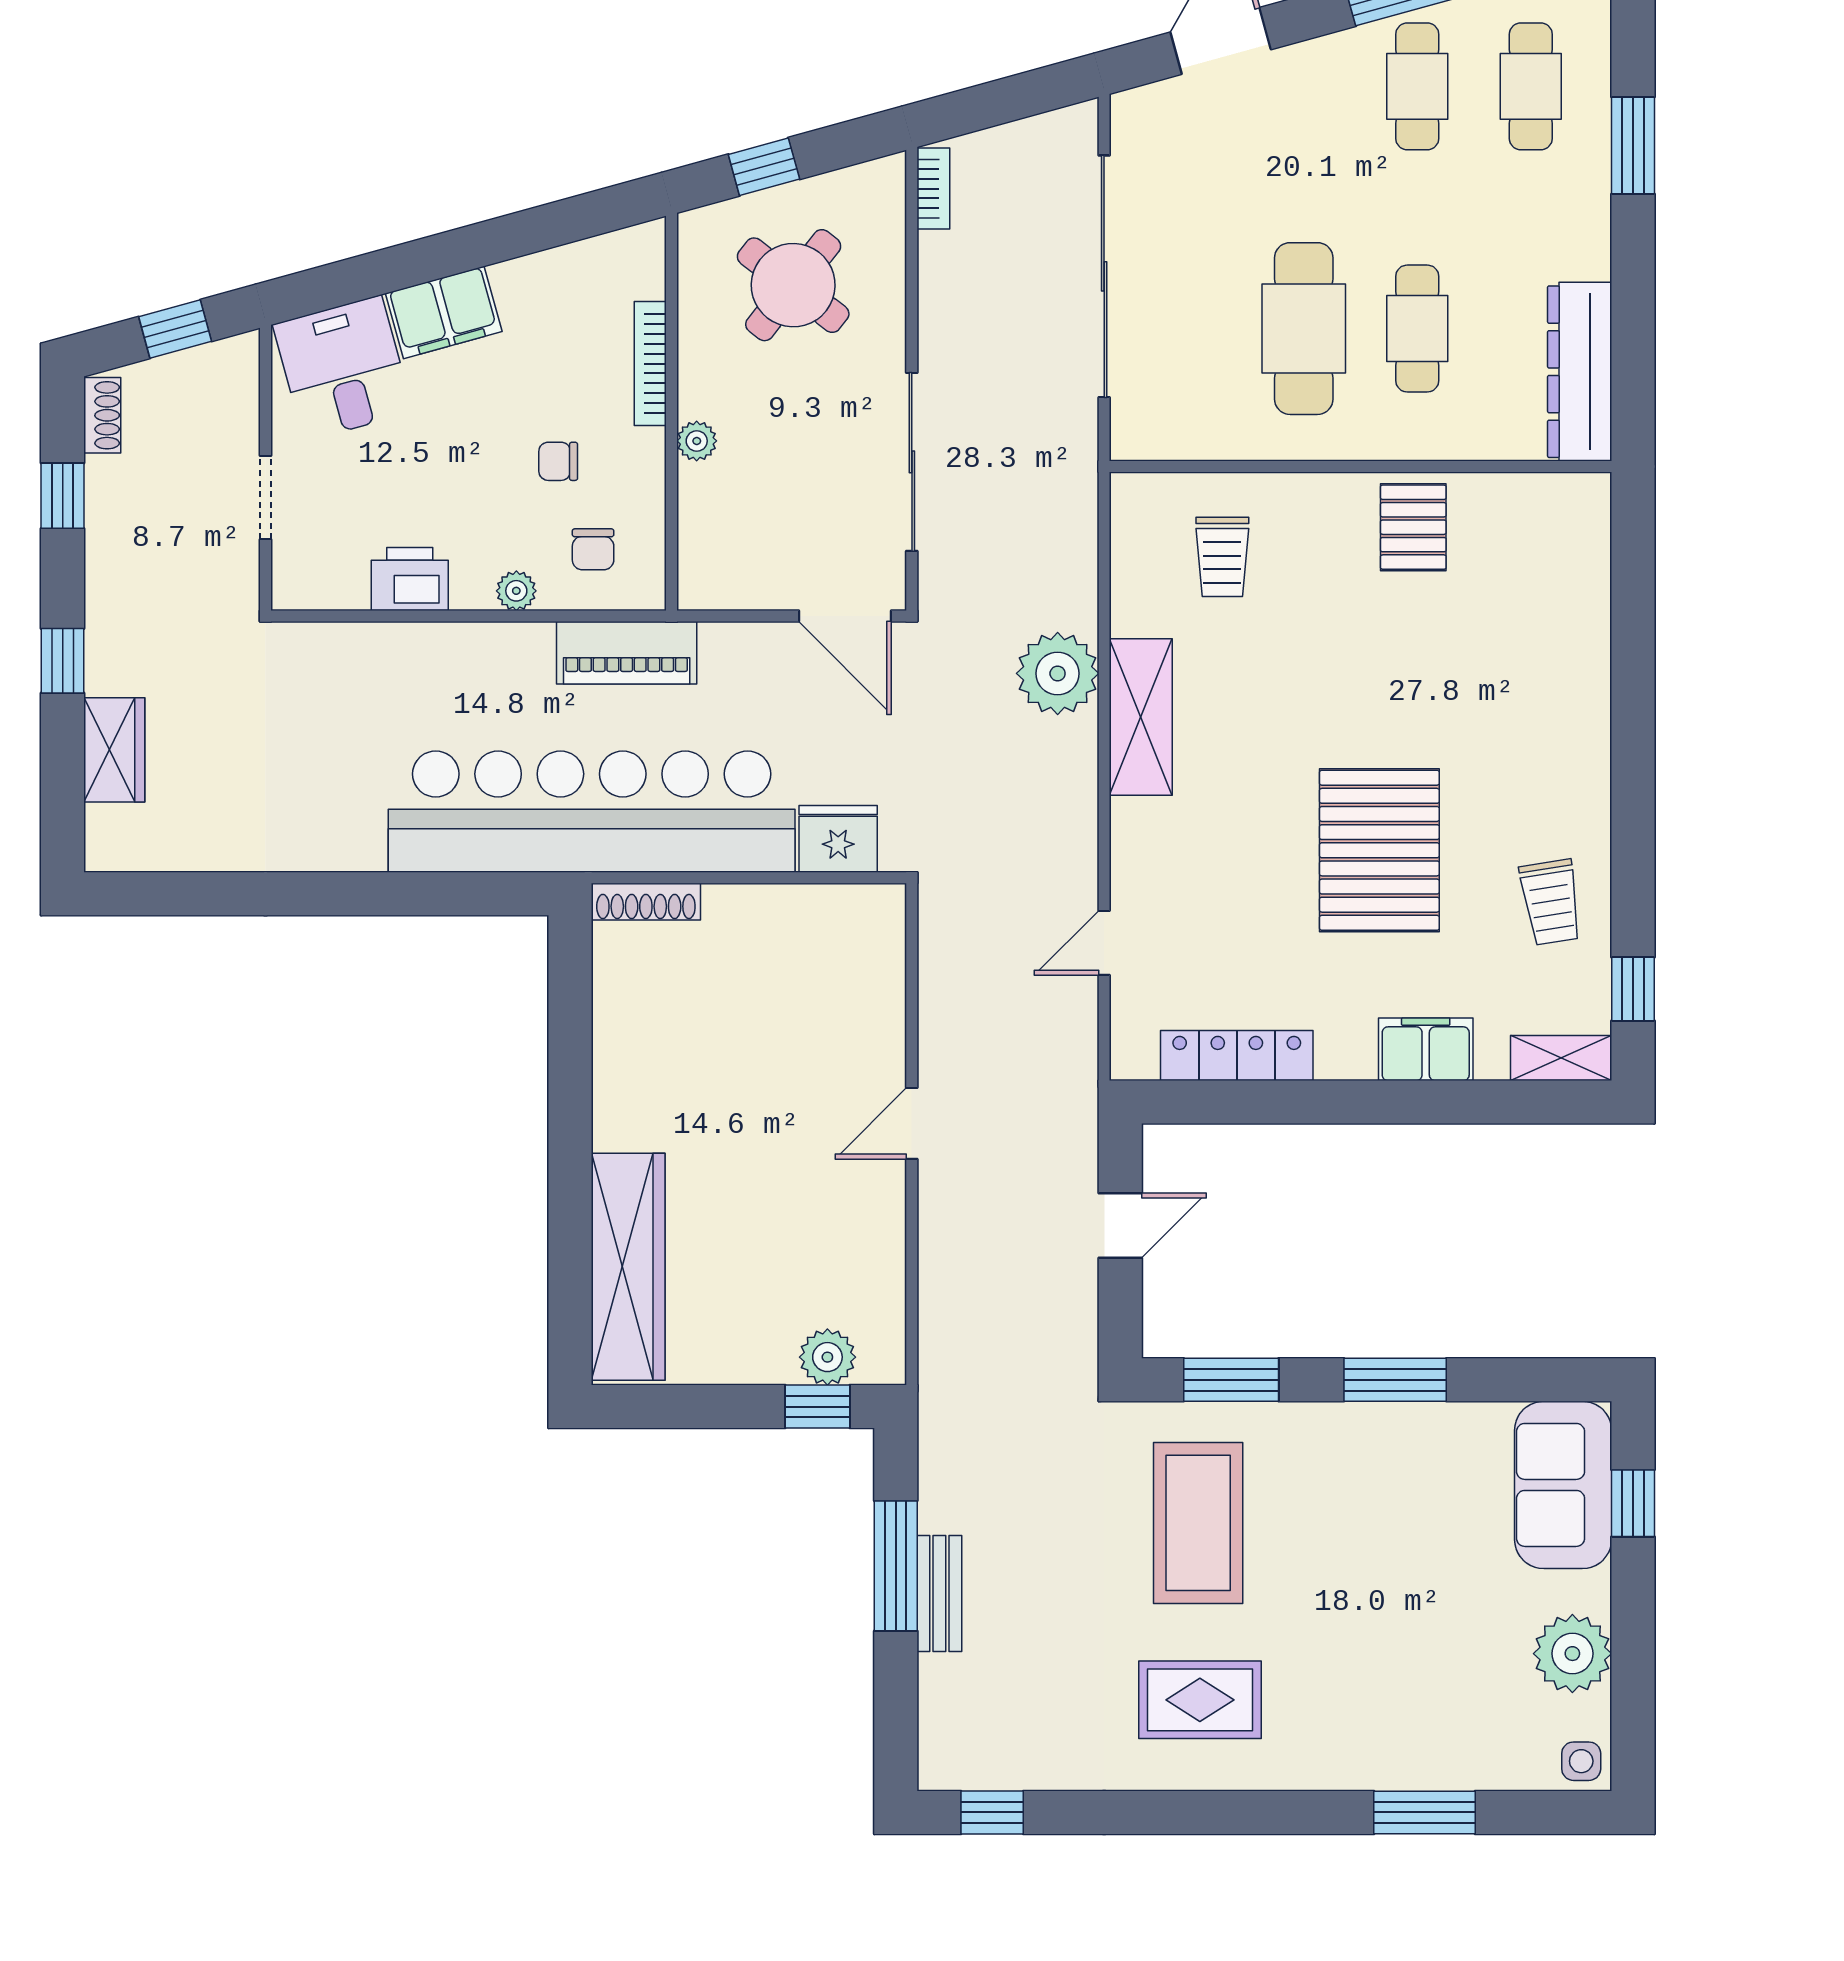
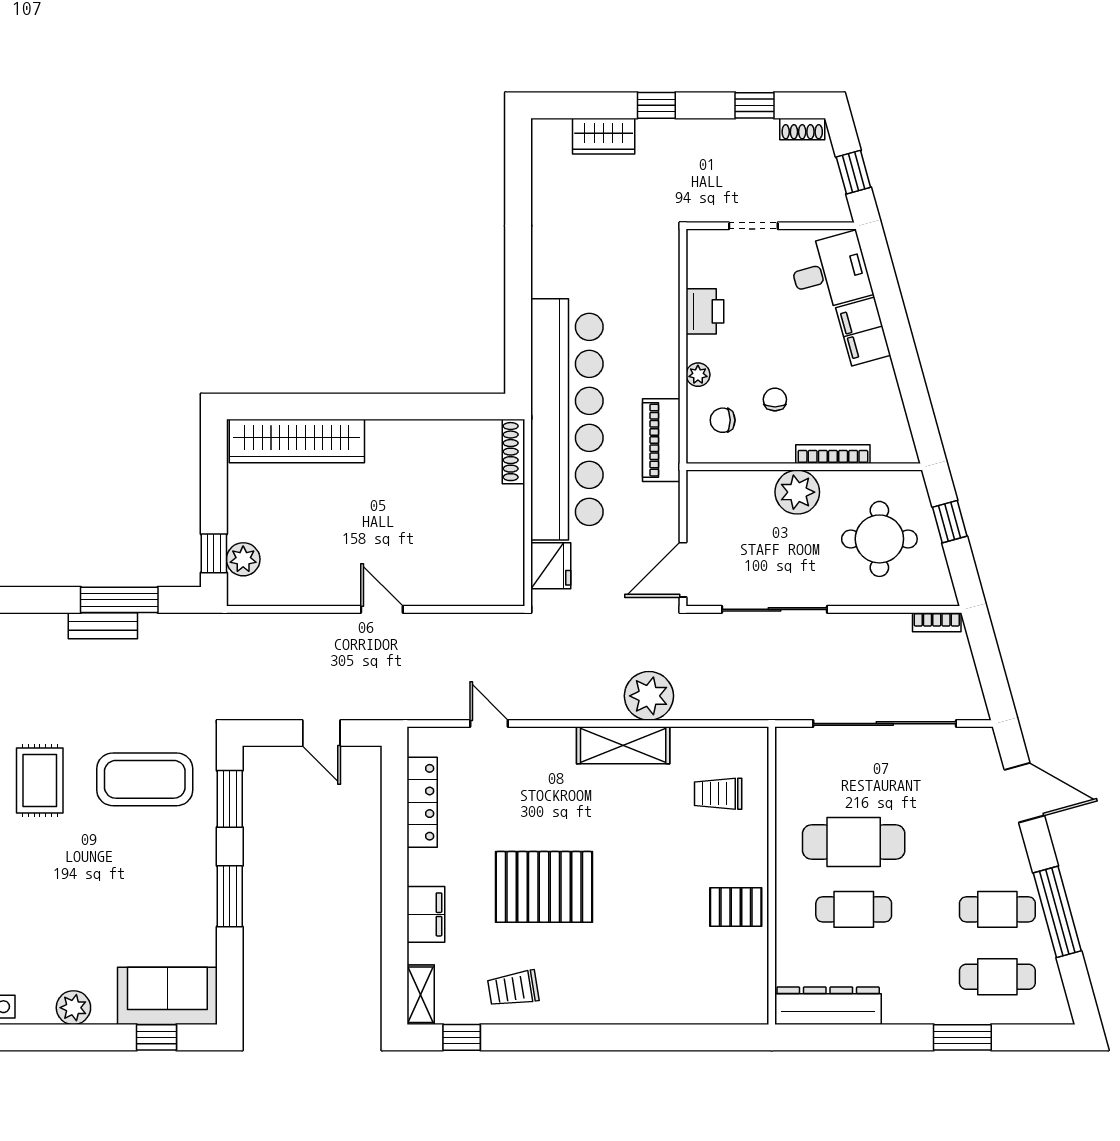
round table: (793, 285) -> (879, 539), turned -38
plant: (697, 441) -> (797, 492), width x1.88, depth x1.88
plant: (1572, 1654) -> (73, 1008), width x0.73, depth x0.73

